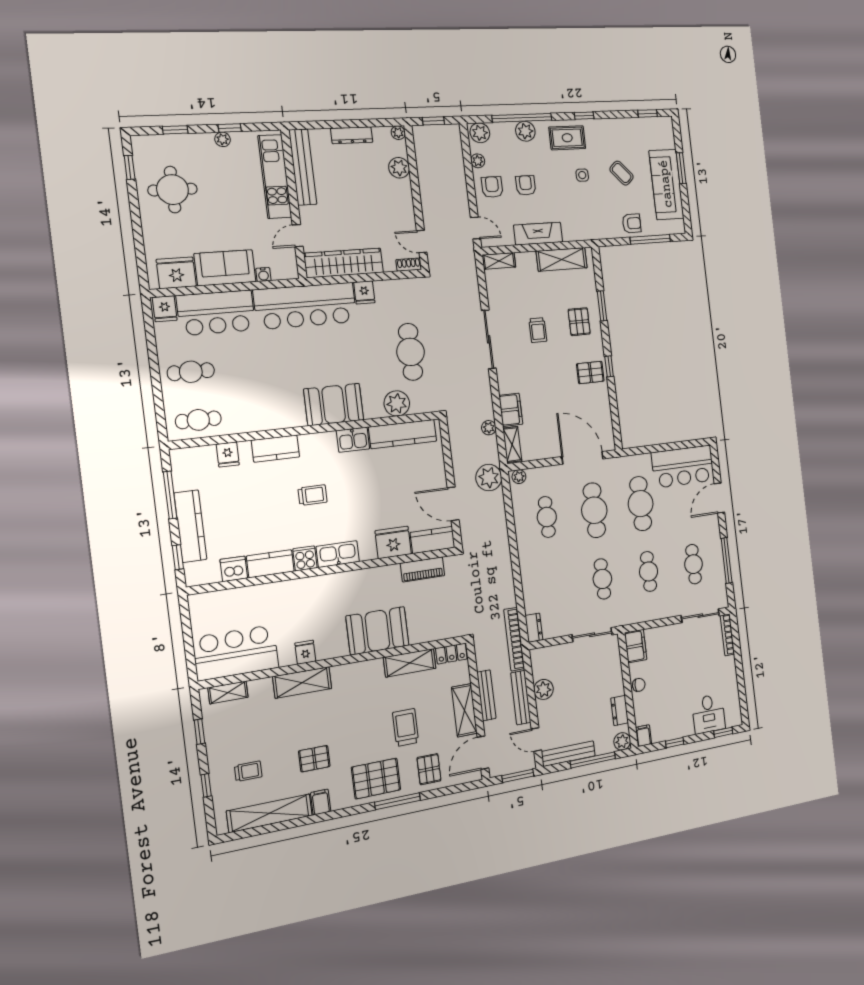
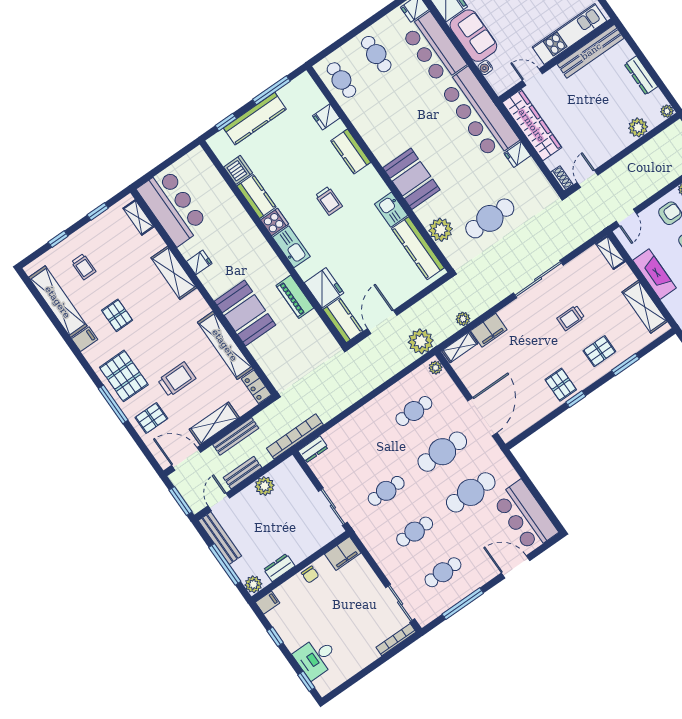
piano: (422, 569) -> (295, 297), moved
shelving: (410, 663) -> (225, 345), width x1.47
bench: (521, 698) -> (242, 473), width x0.73

